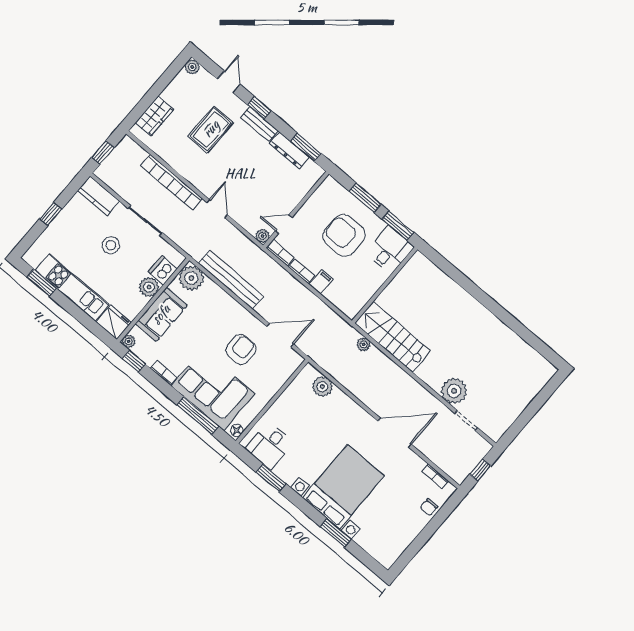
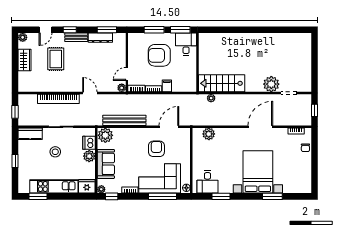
door: (229, 82) -> (45, 30), swing flipped
wardrobe: (154, 116) -> (25, 60), moved

